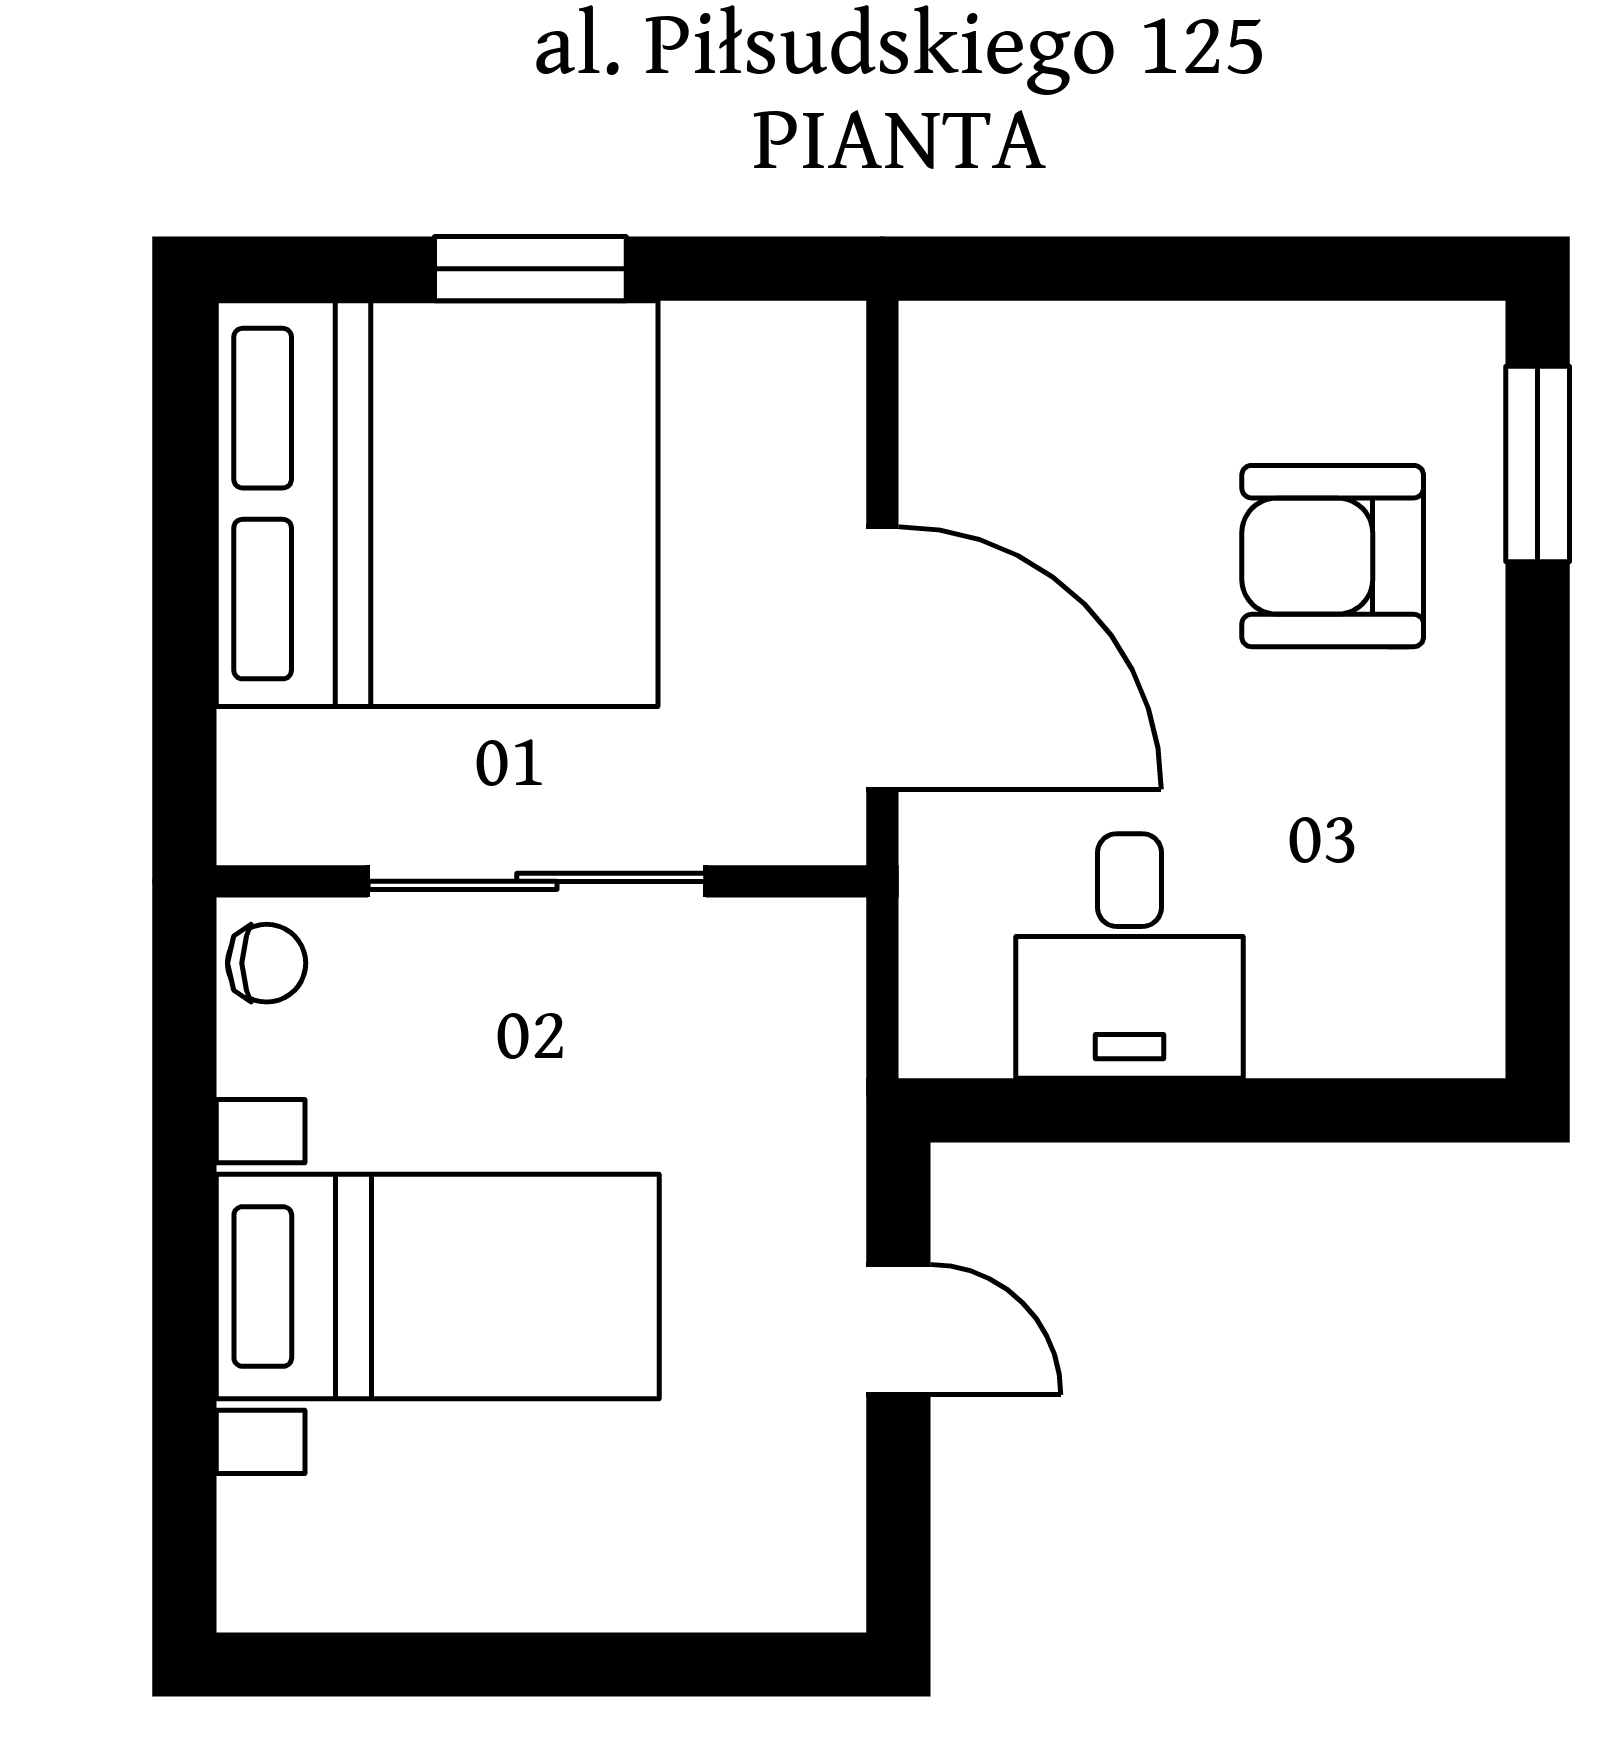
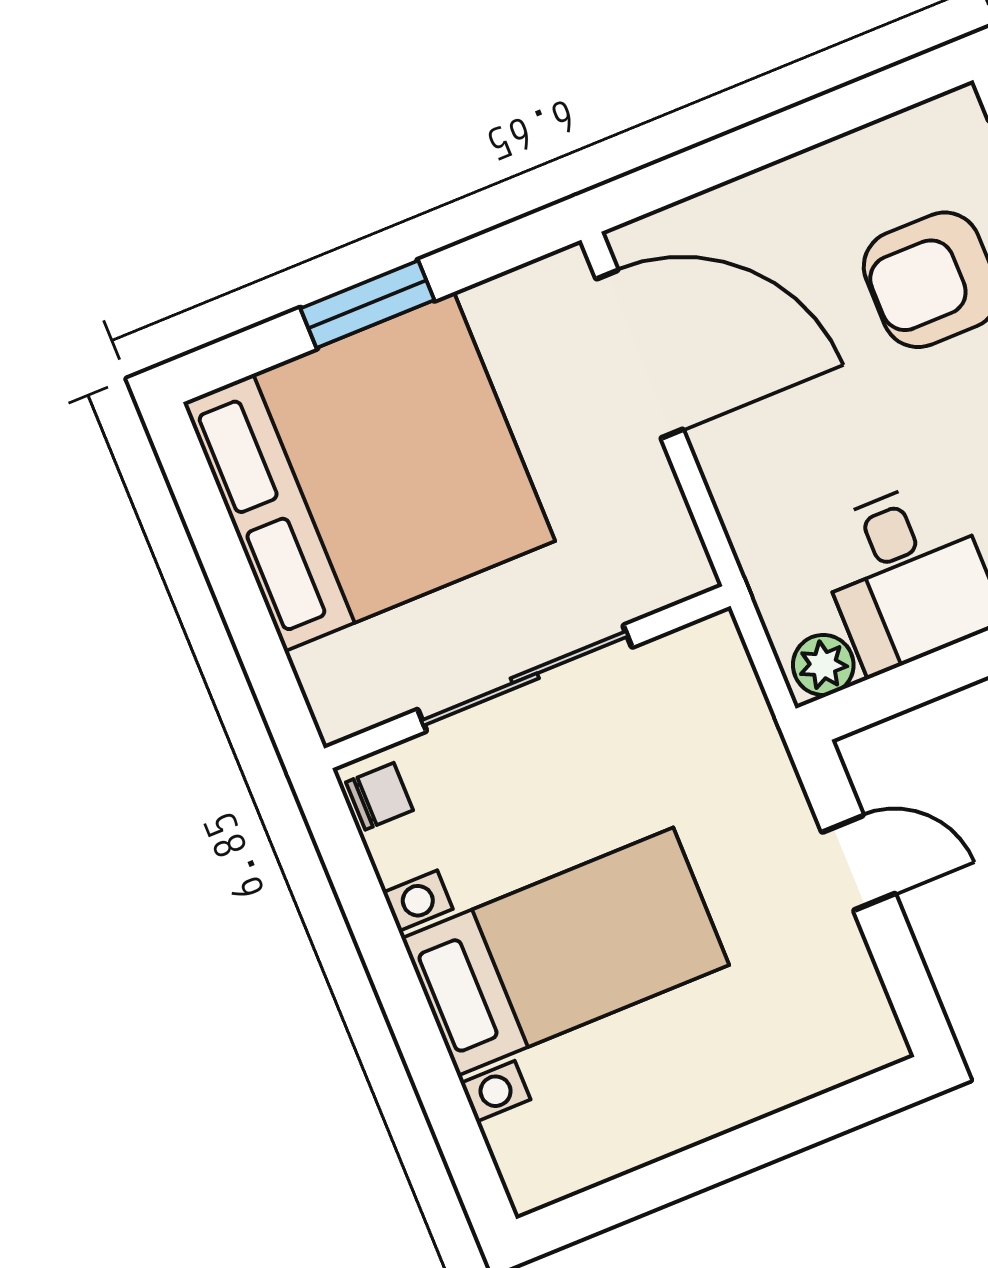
door: (882, 658) -> (639, 354), moved
plant: (962, 1033) -> (823, 665), added

